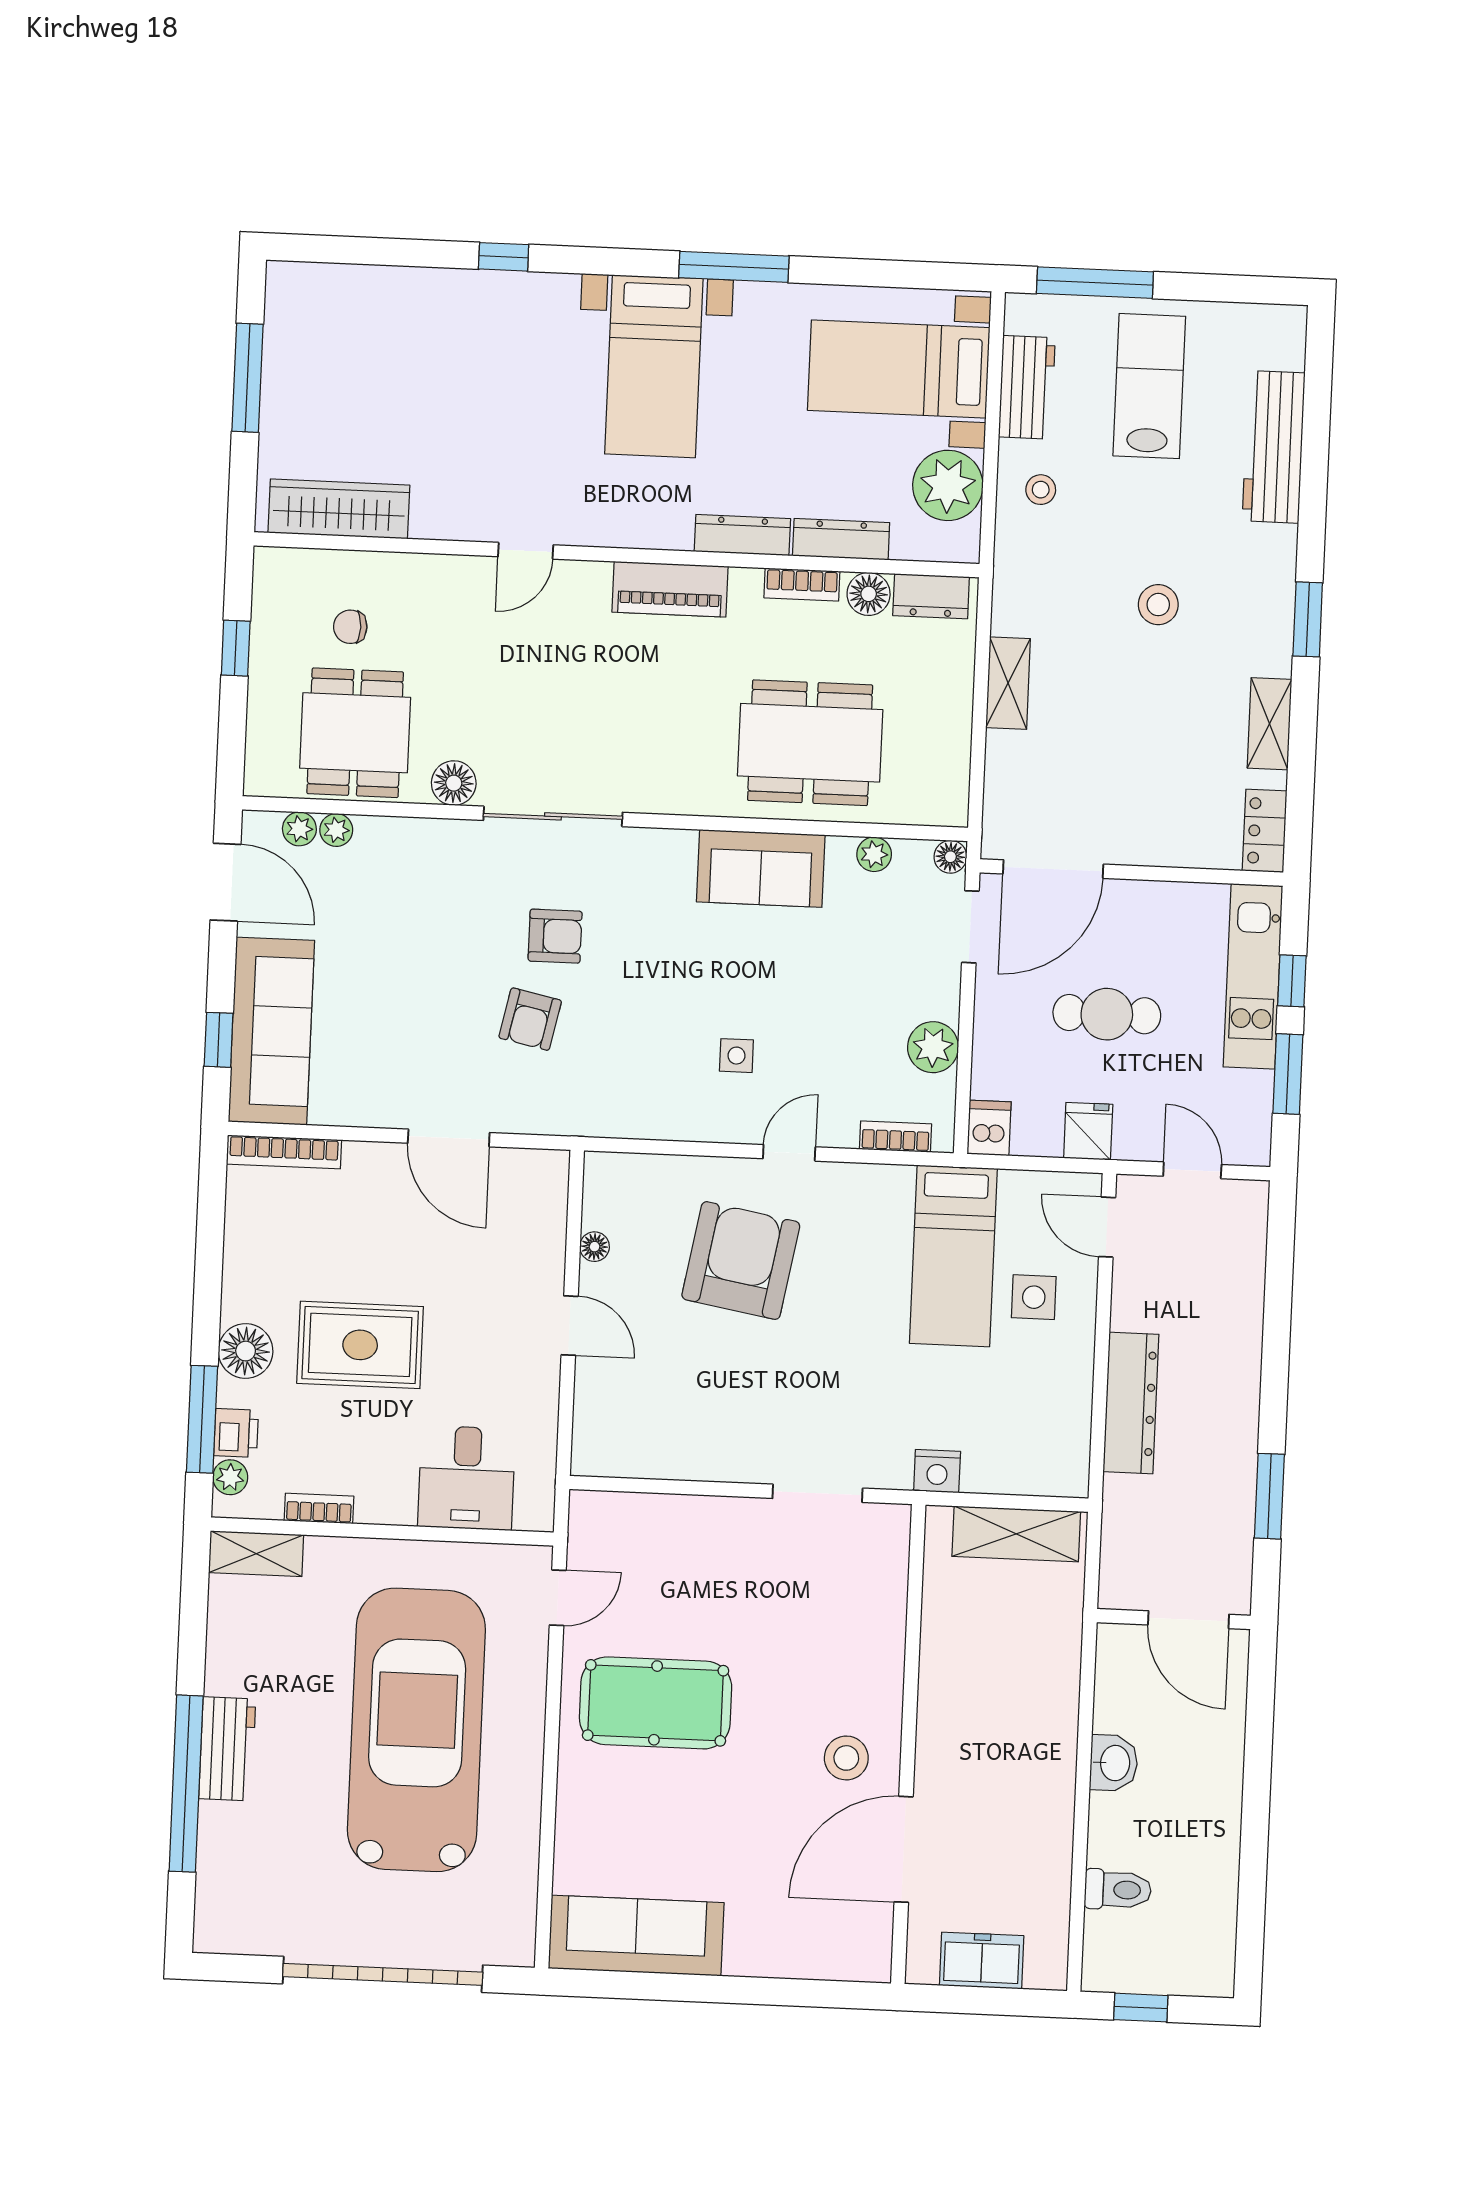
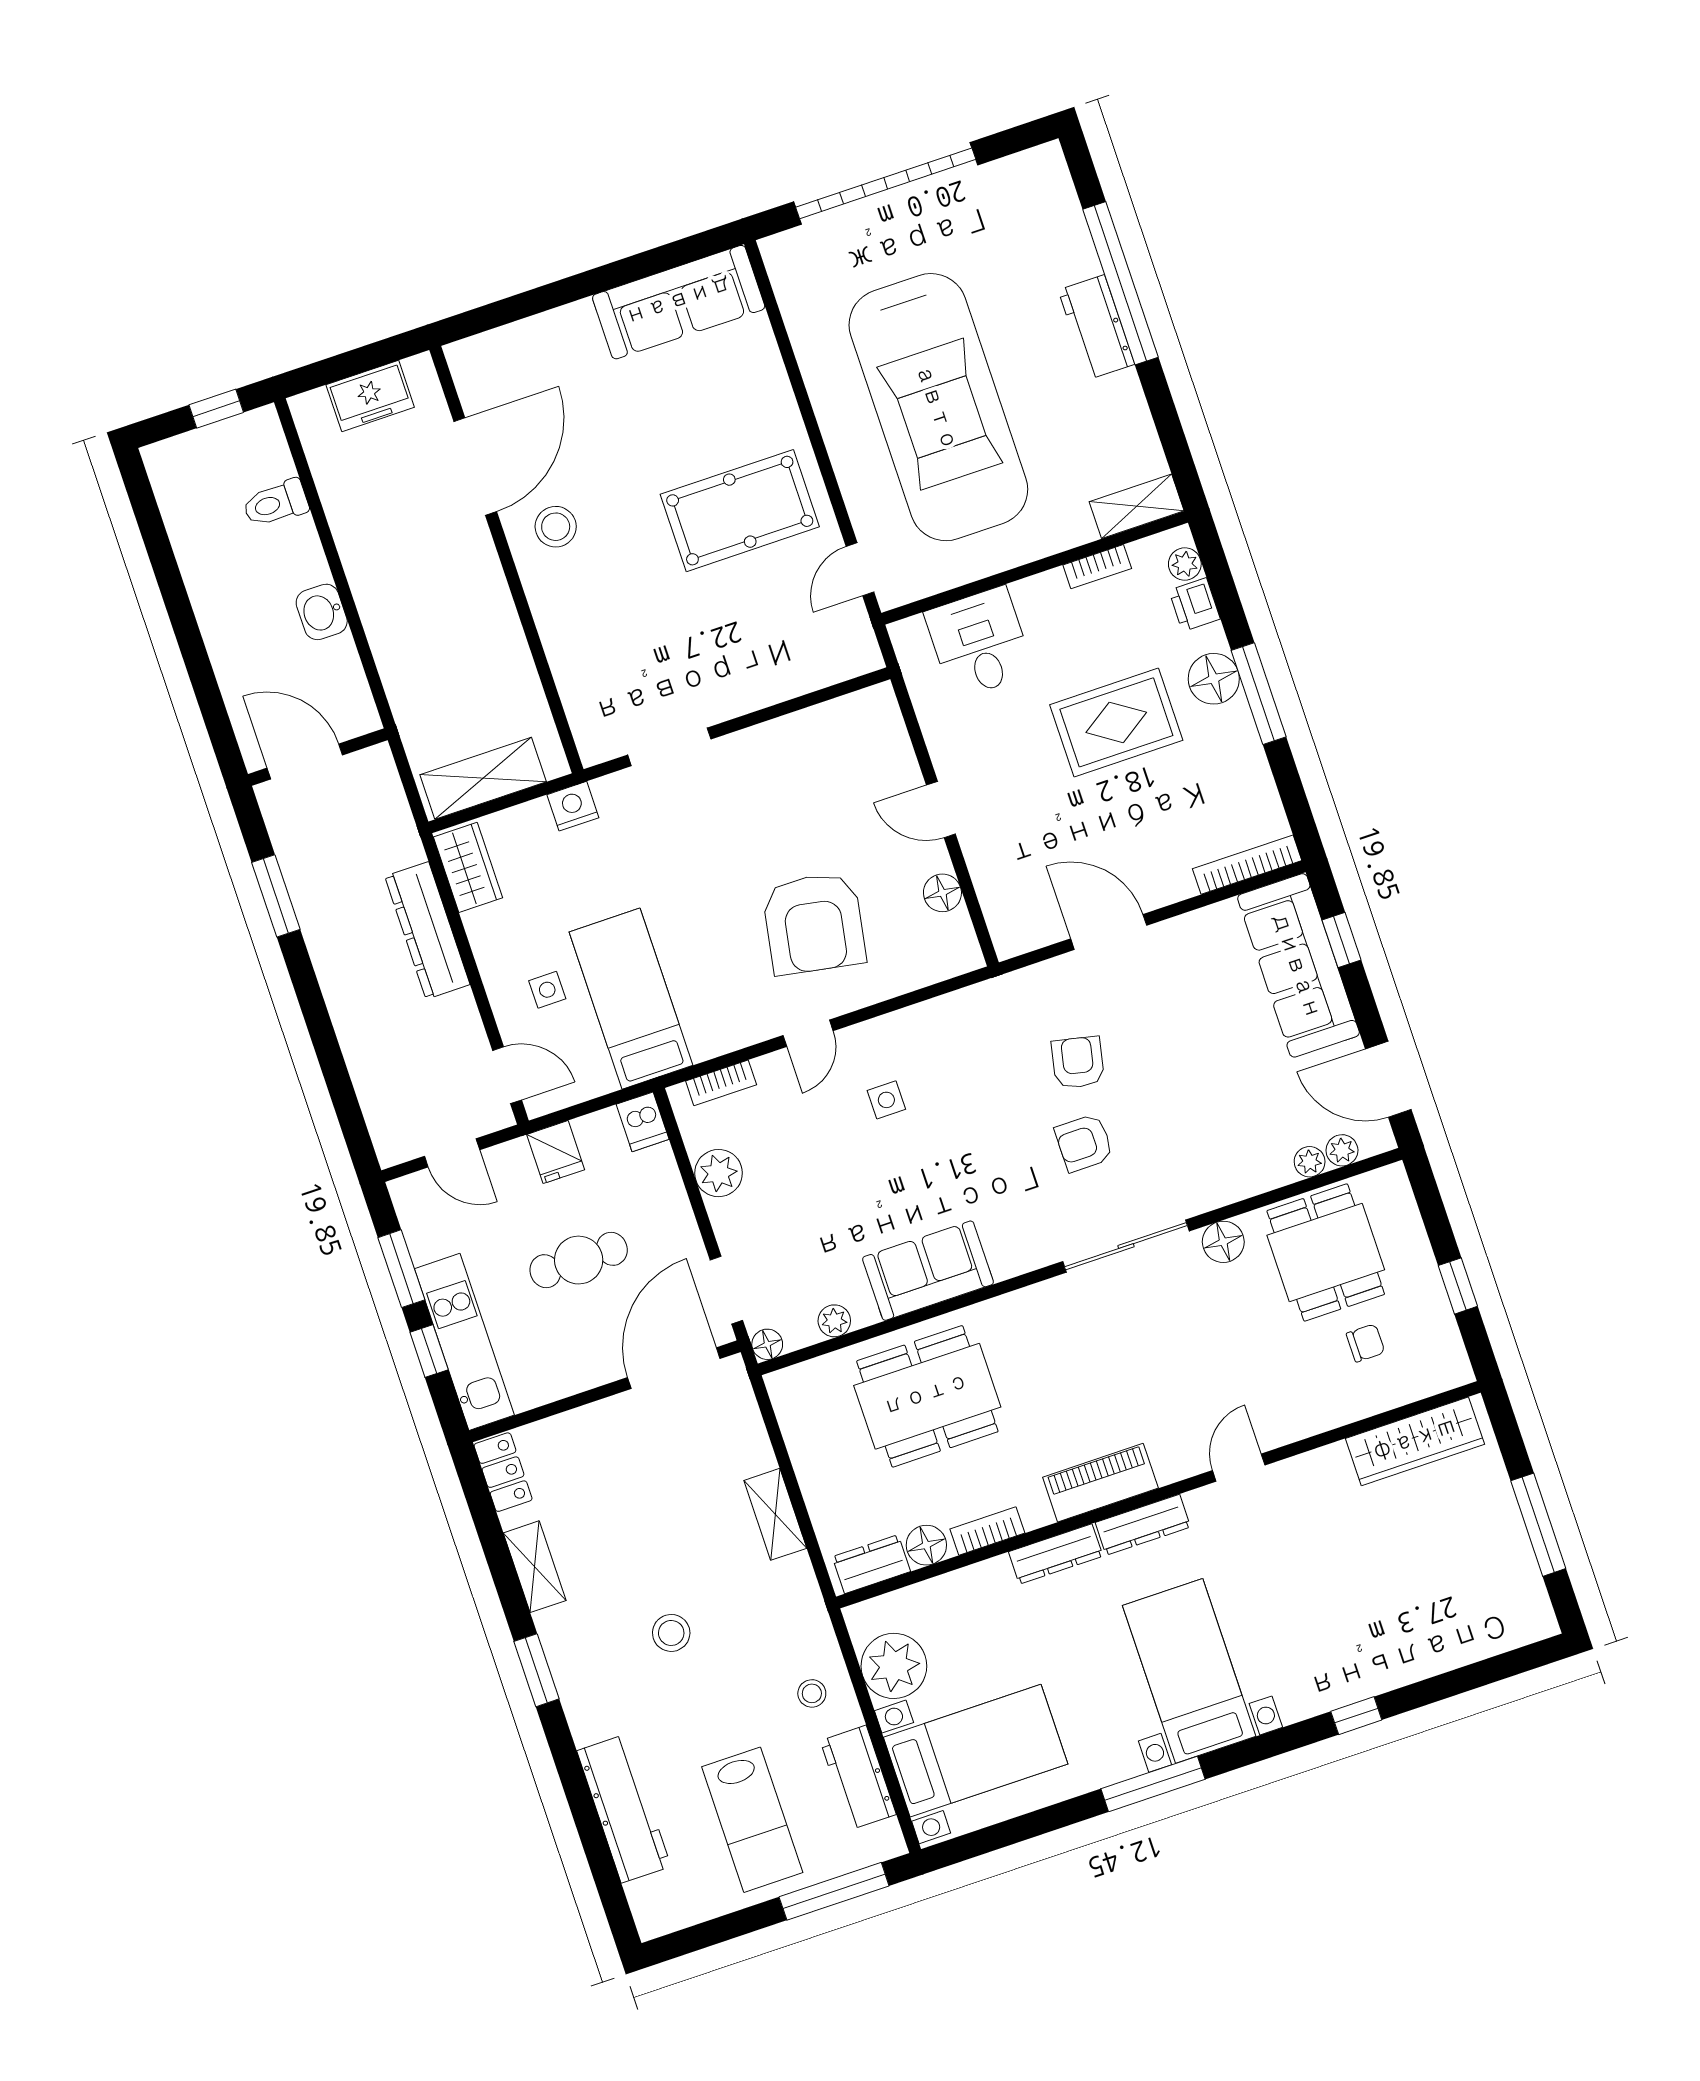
dresser: (841, 539) -> (1143, 1525), moved
floor lamp: (594, 1247) -> (942, 893), width x1.37, depth x1.37
side table: (1034, 1297) -> (547, 990), width x0.73, depth x0.73
window: (202, 1419) -> (1259, 694), moved
wardrobe: (1066, 1450) -> (468, 867), added

